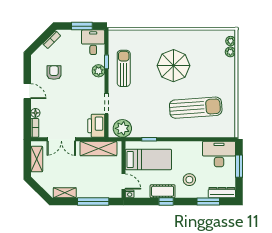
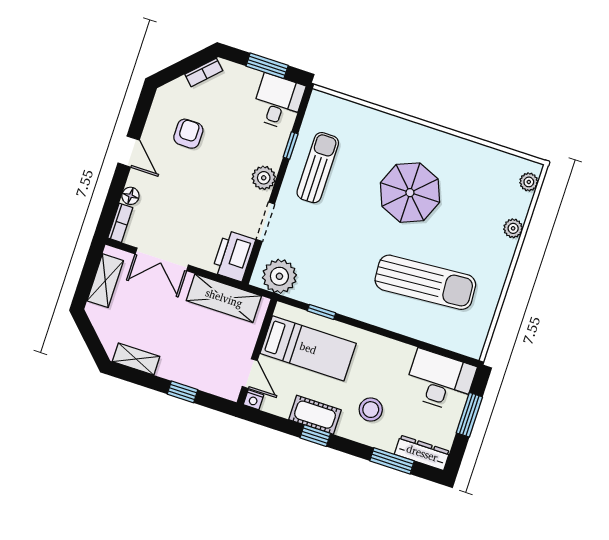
plant: (230, 52) -> (513, 228), moved
plant: (99, 71) -> (264, 178), moved
window: (93, 202) -> (182, 392), width x0.46

